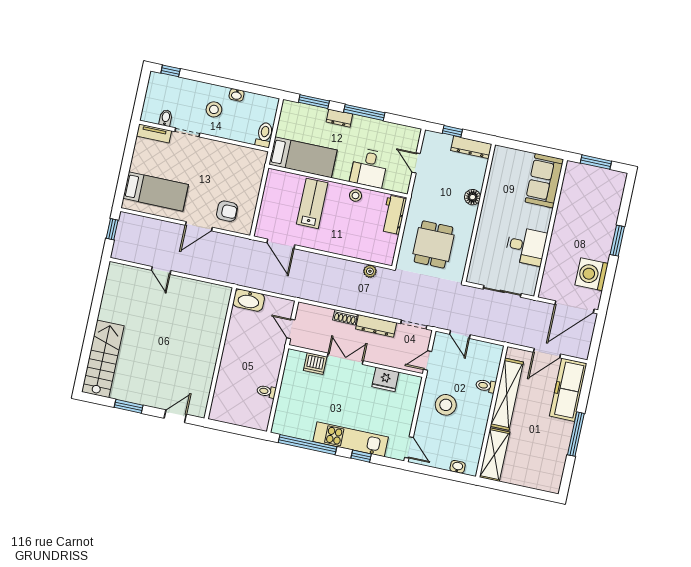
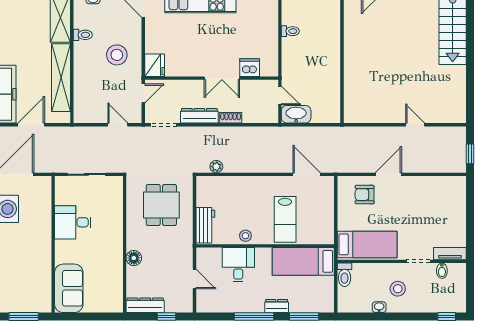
bed: (156, 191) -> (367, 244), moved, turned 180
washbasin: (249, 300) -> (296, 114), moved
fridge: (385, 379) -> (155, 65), moved, turned 90
toilet: (486, 386) -> (83, 35), moved

